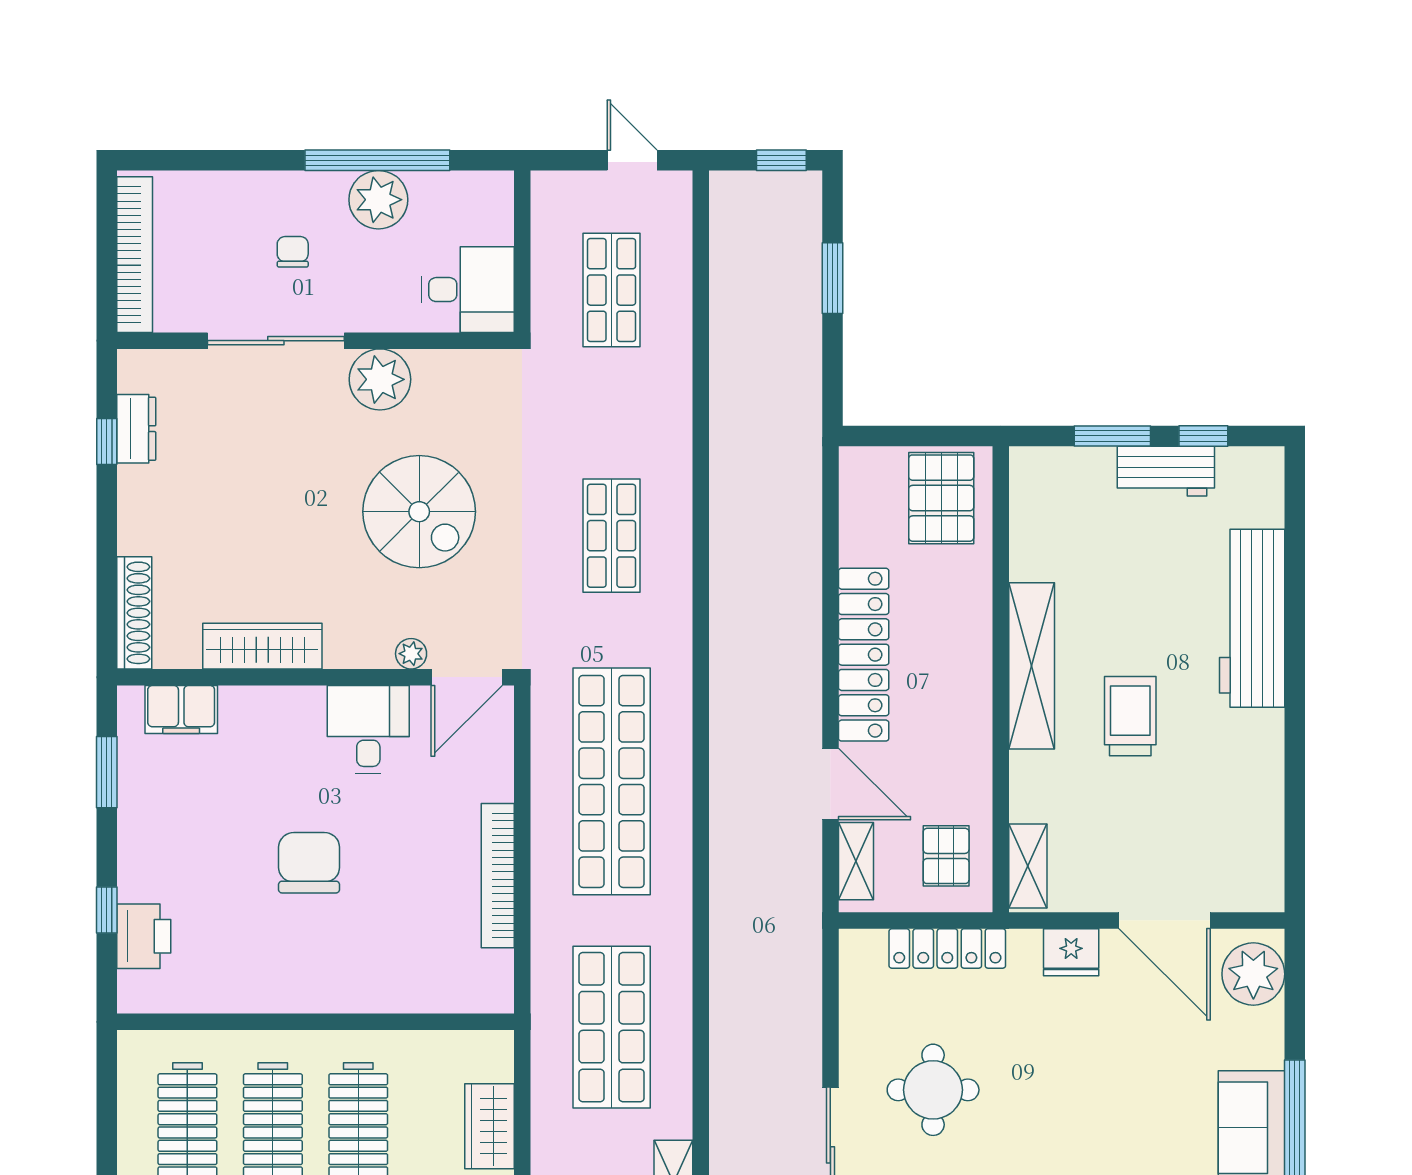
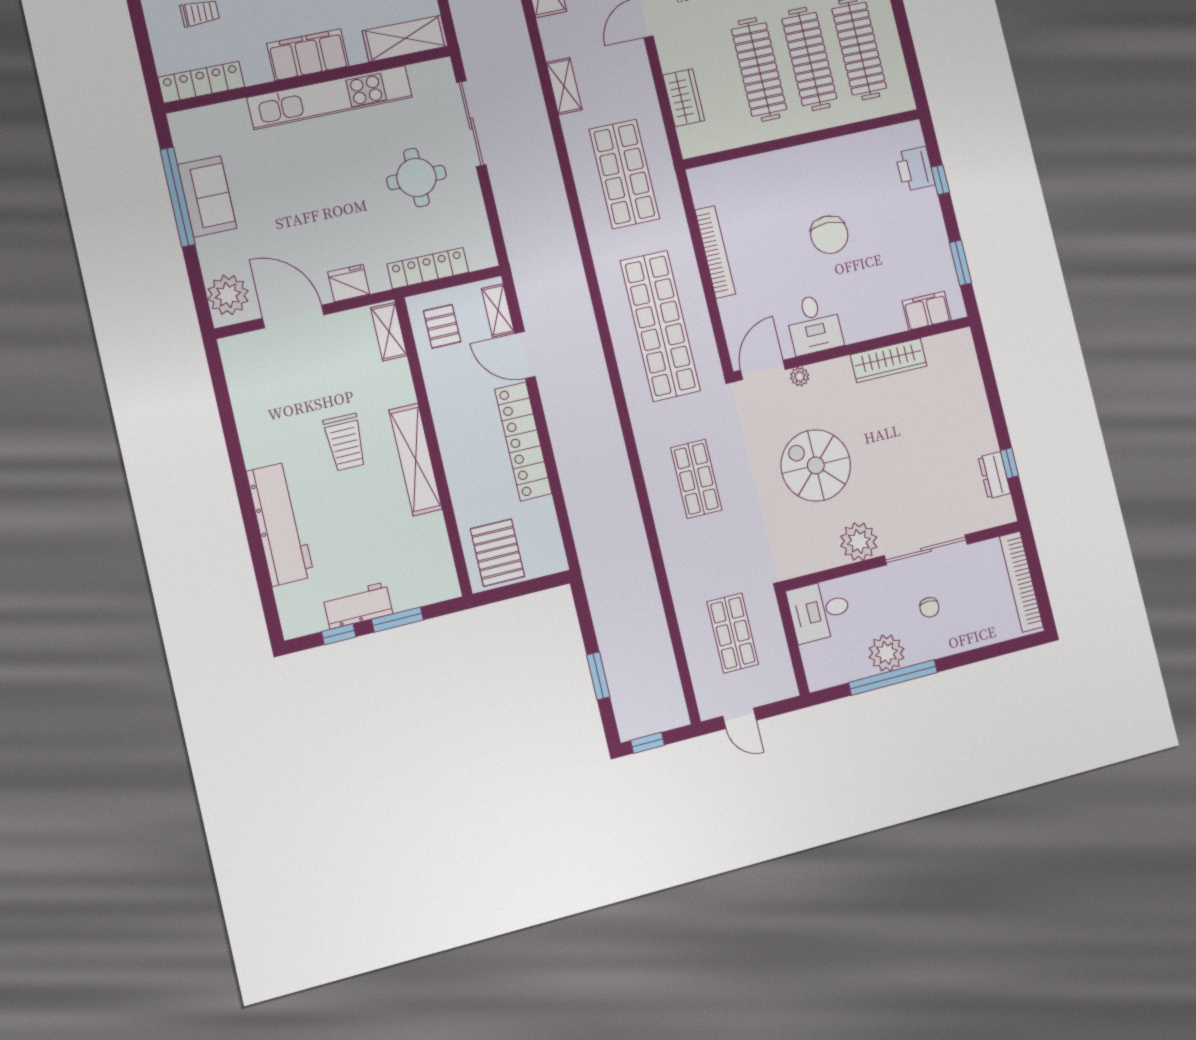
shoe rack: (134, 613) -> (968, 363), removed

